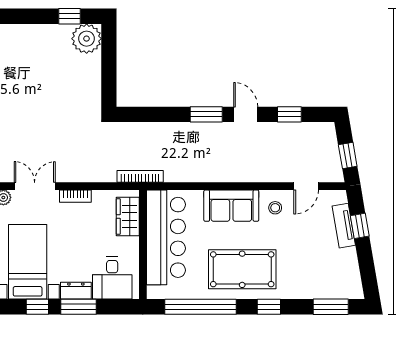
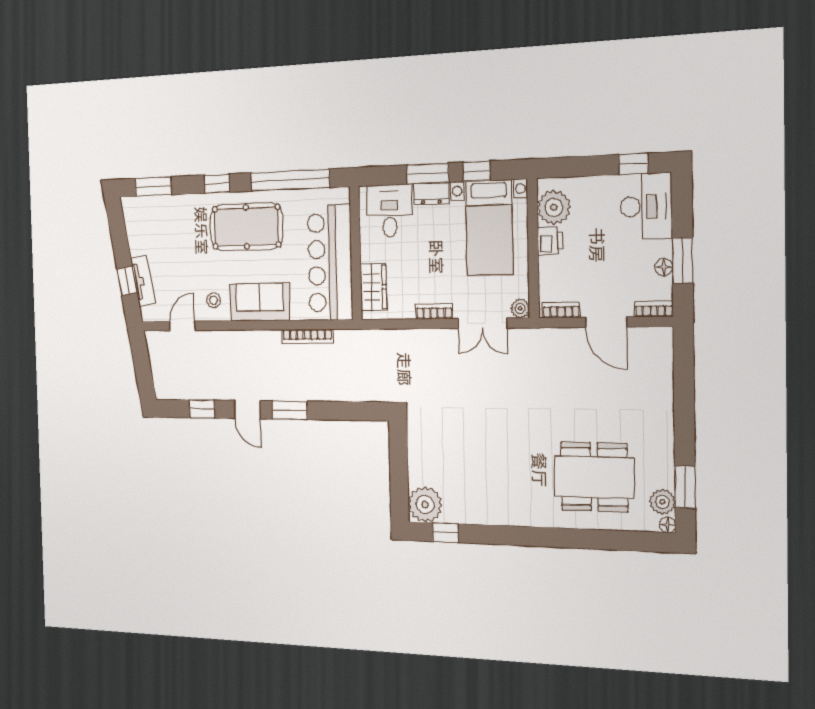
window: (348, 155) -> (141, 361), removed
bookcase: (140, 176) -> (307, 336), moved

